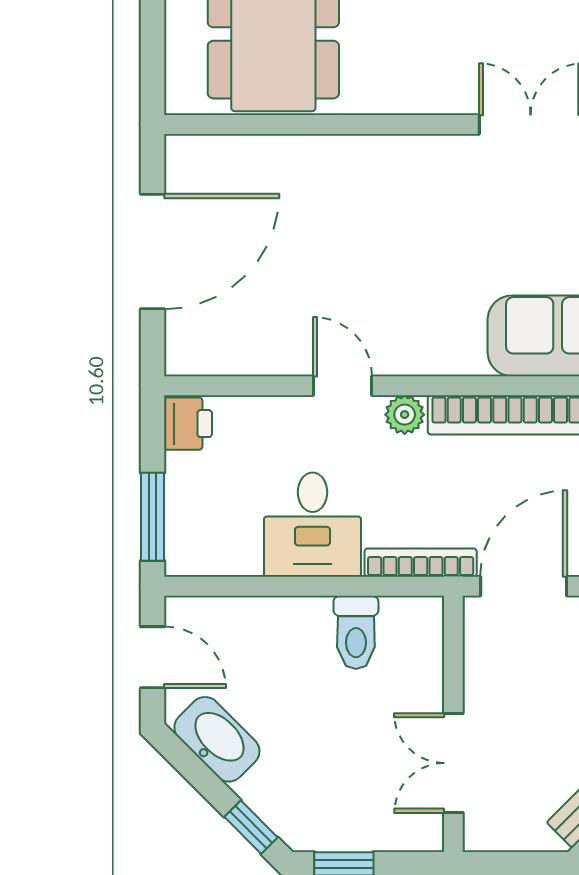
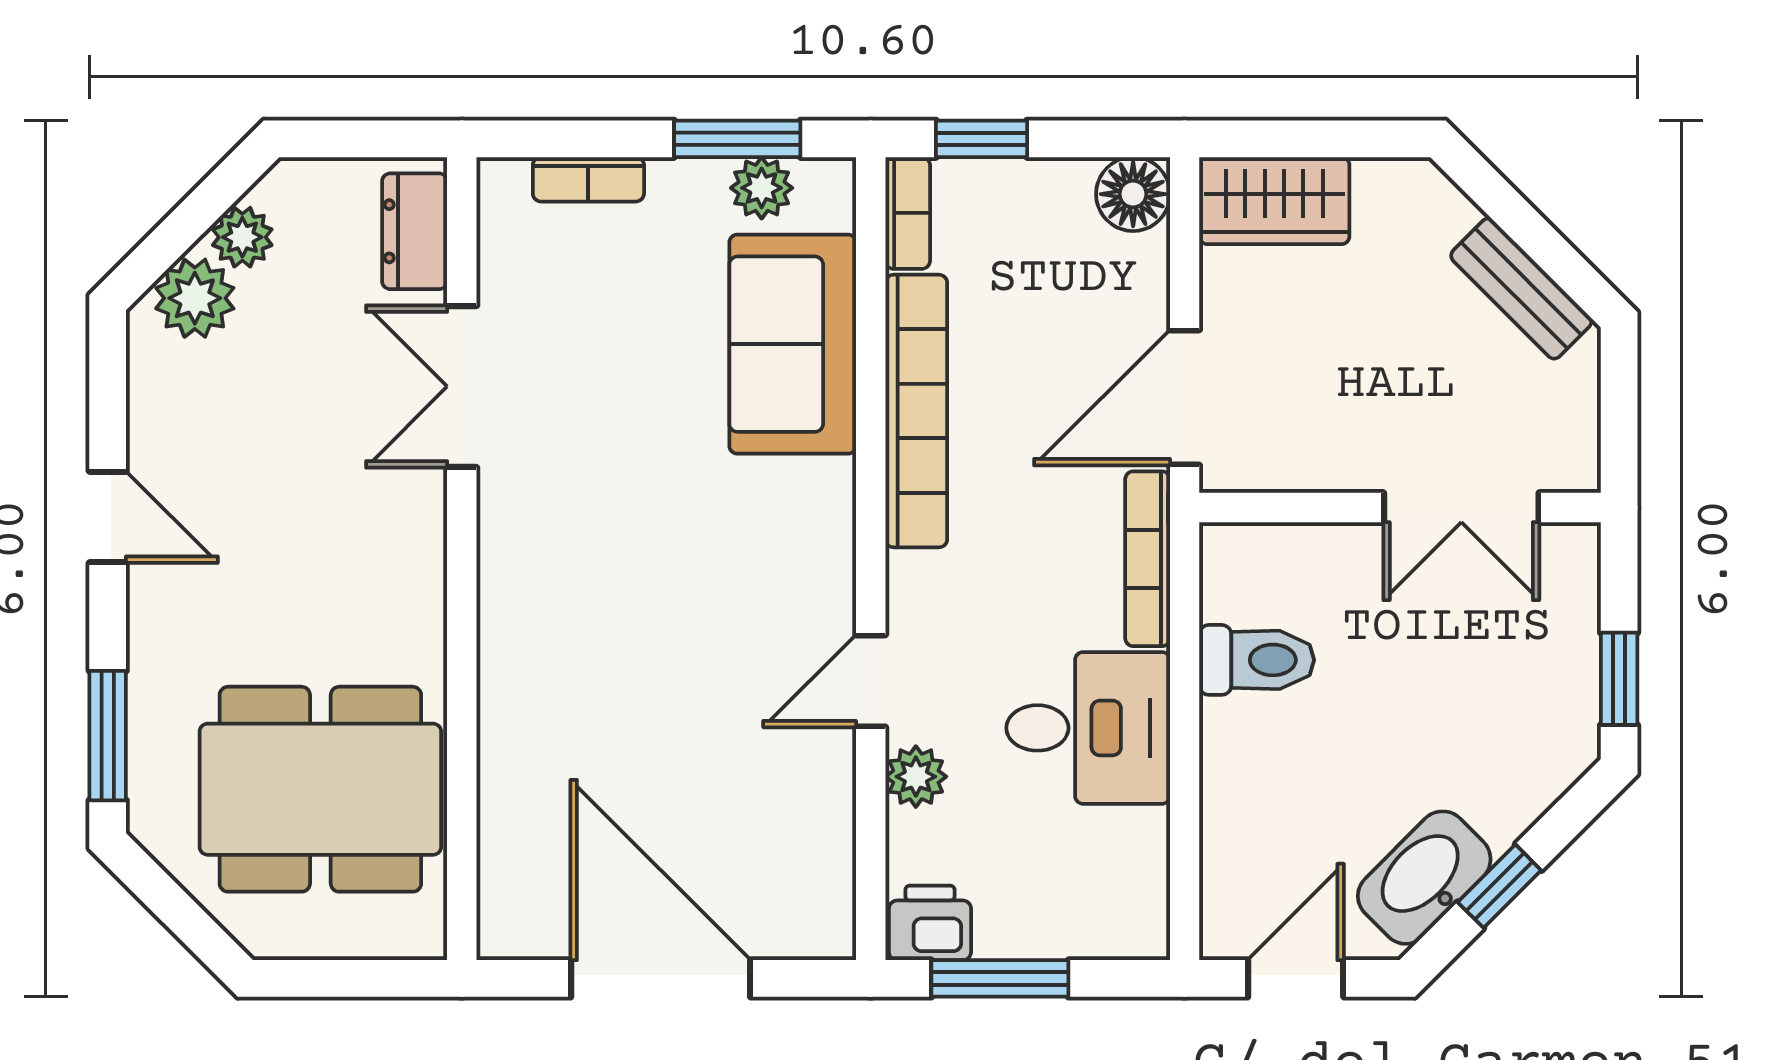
plant: (405, 415) -> (916, 777), moved
window: (152, 517) -> (1000, 978), moved
door: (524, 586) -> (1185, 397), hinge flipped
window: (251, 827) -> (1499, 886), moved

